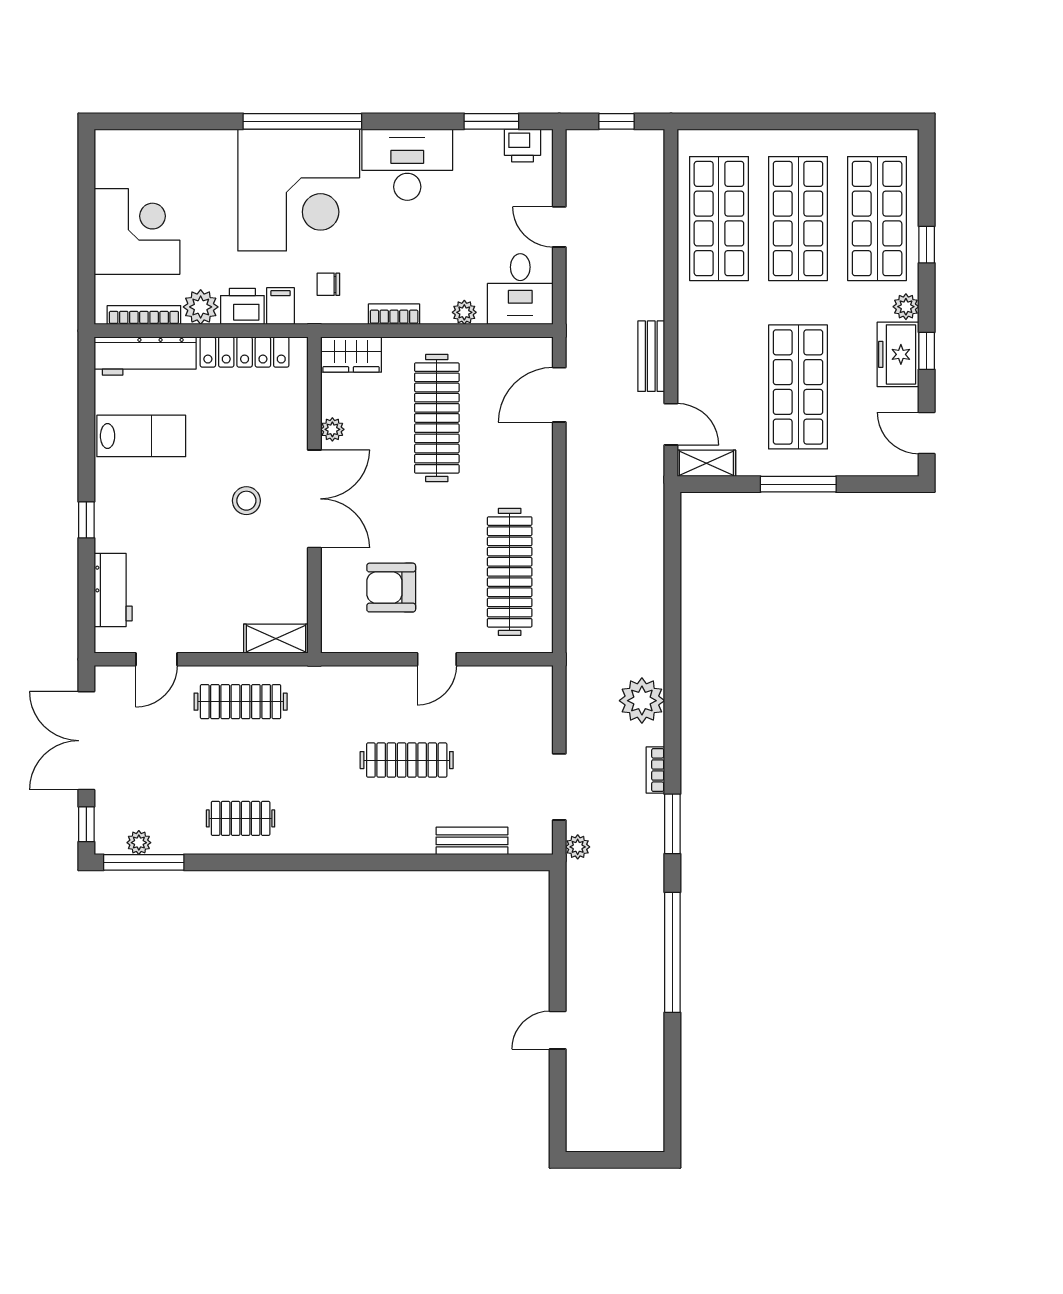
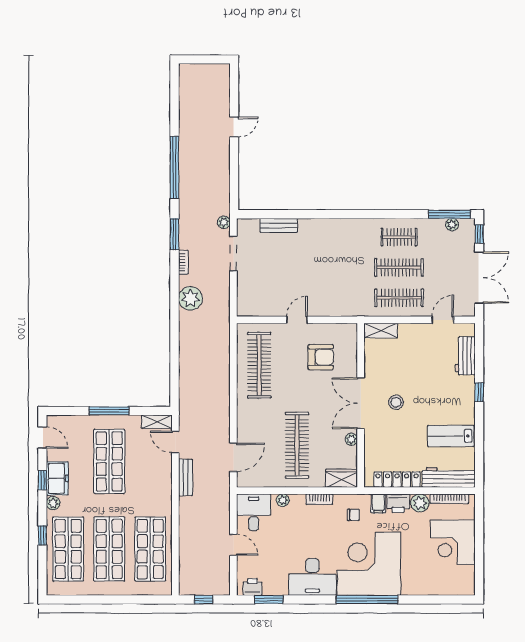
clothes rail: (407, 760) -> (399, 267), moved

